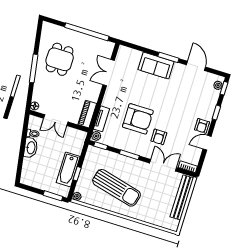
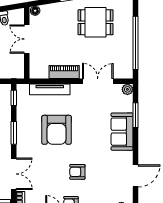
window: (168, 57) -> (135, 115), moved
piano: (87, 114) -> (64, 72), moved
tv unit: (101, 119) -> (50, 89), width x1.41
plant: (96, 136) -> (127, 89), moved
armchair: (159, 137) -> (77, 172), moved

